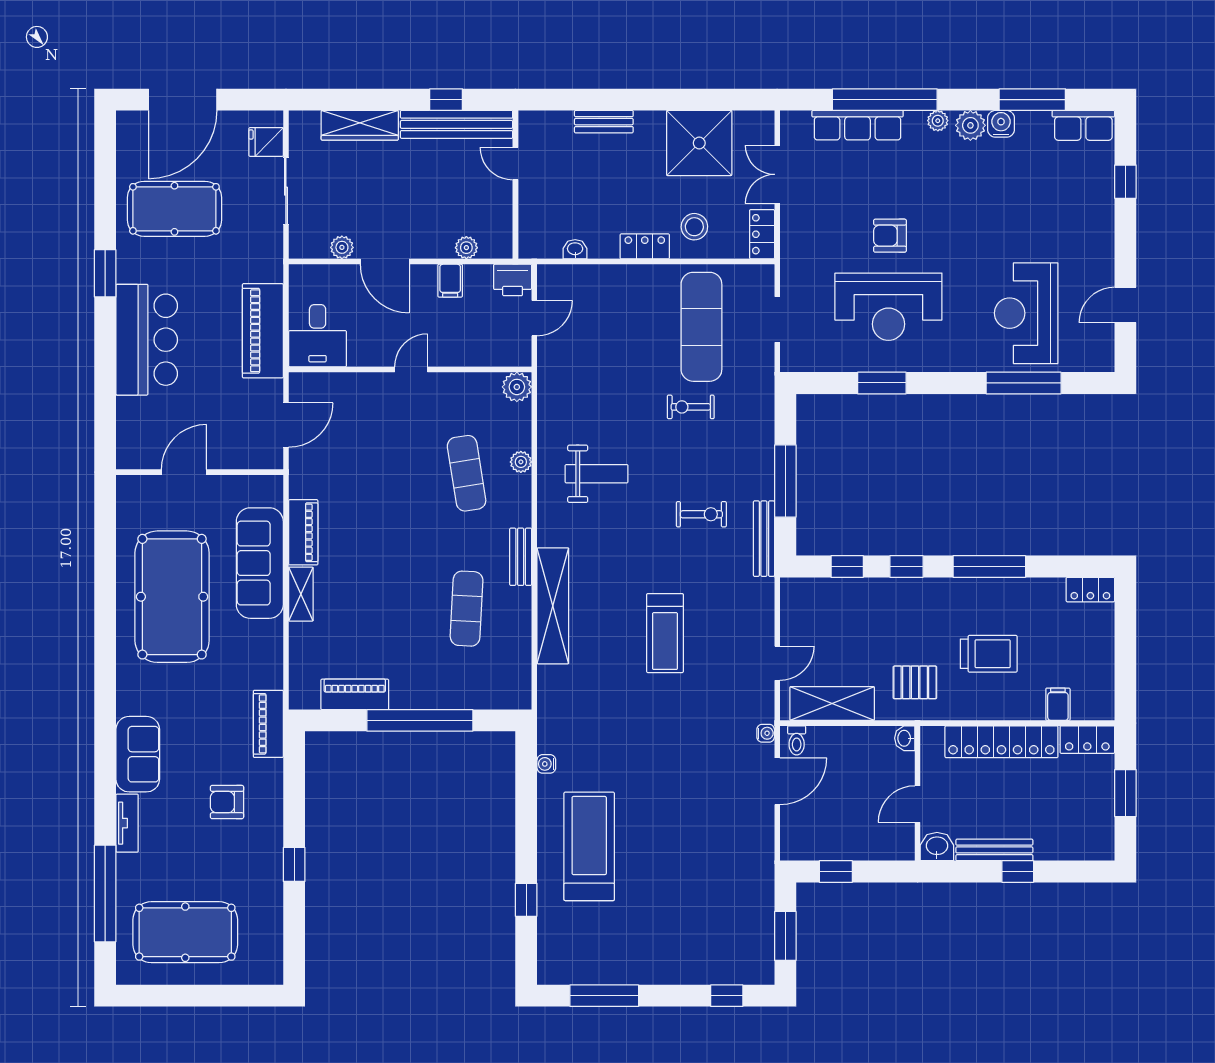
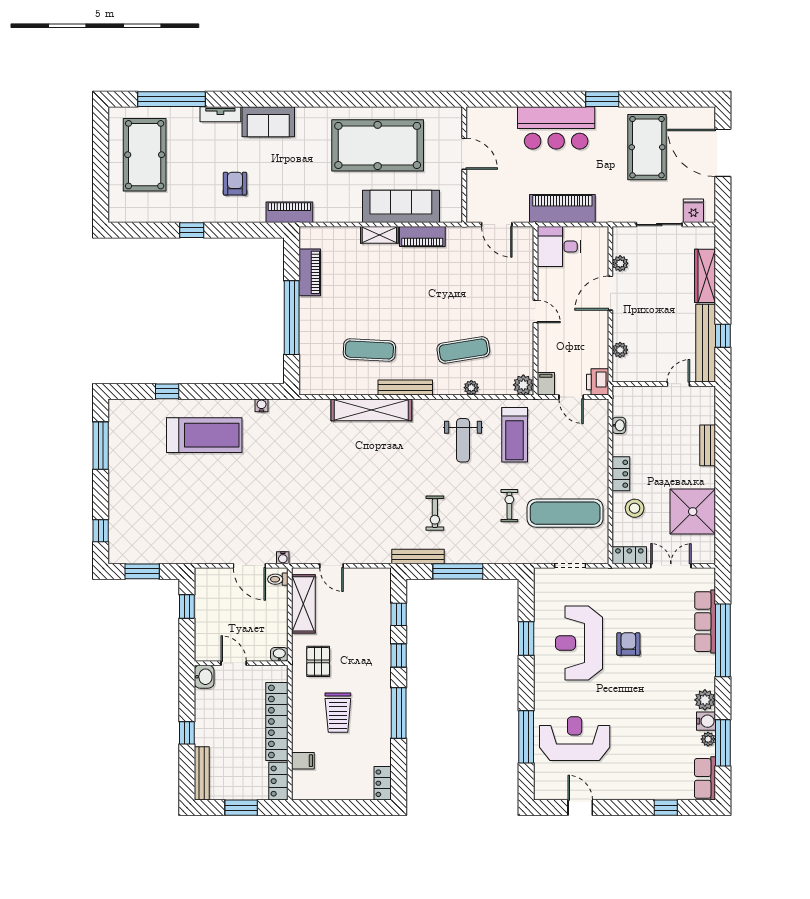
plant: (938, 121) -> (708, 739), moved
filing cabinet: (450, 281) -> (546, 384), moved, turned 90
bench: (521, 557) -> (405, 388), width x1.36
treadmill: (665, 633) -> (515, 435), moved, turned -90
bench: (994, 850) -> (202, 773), moved

